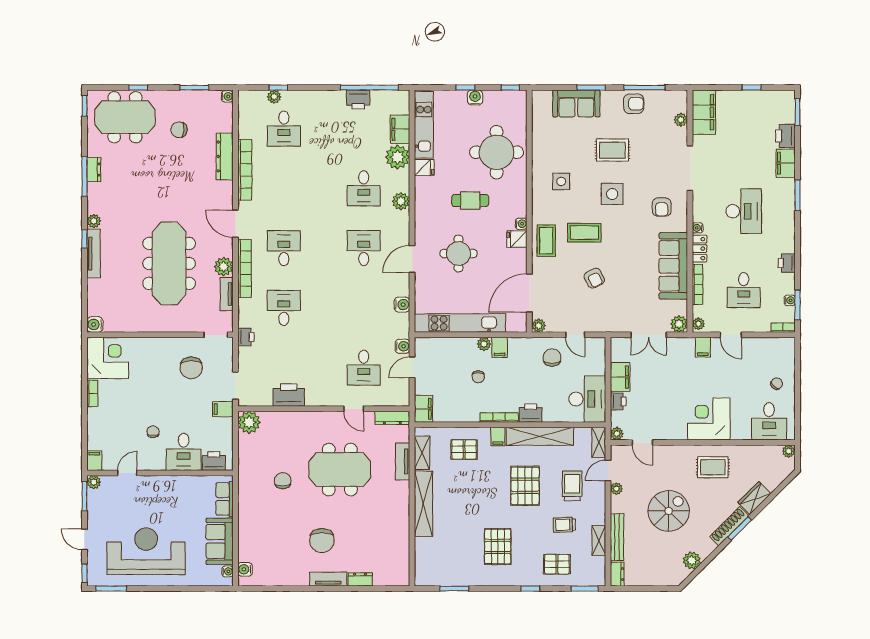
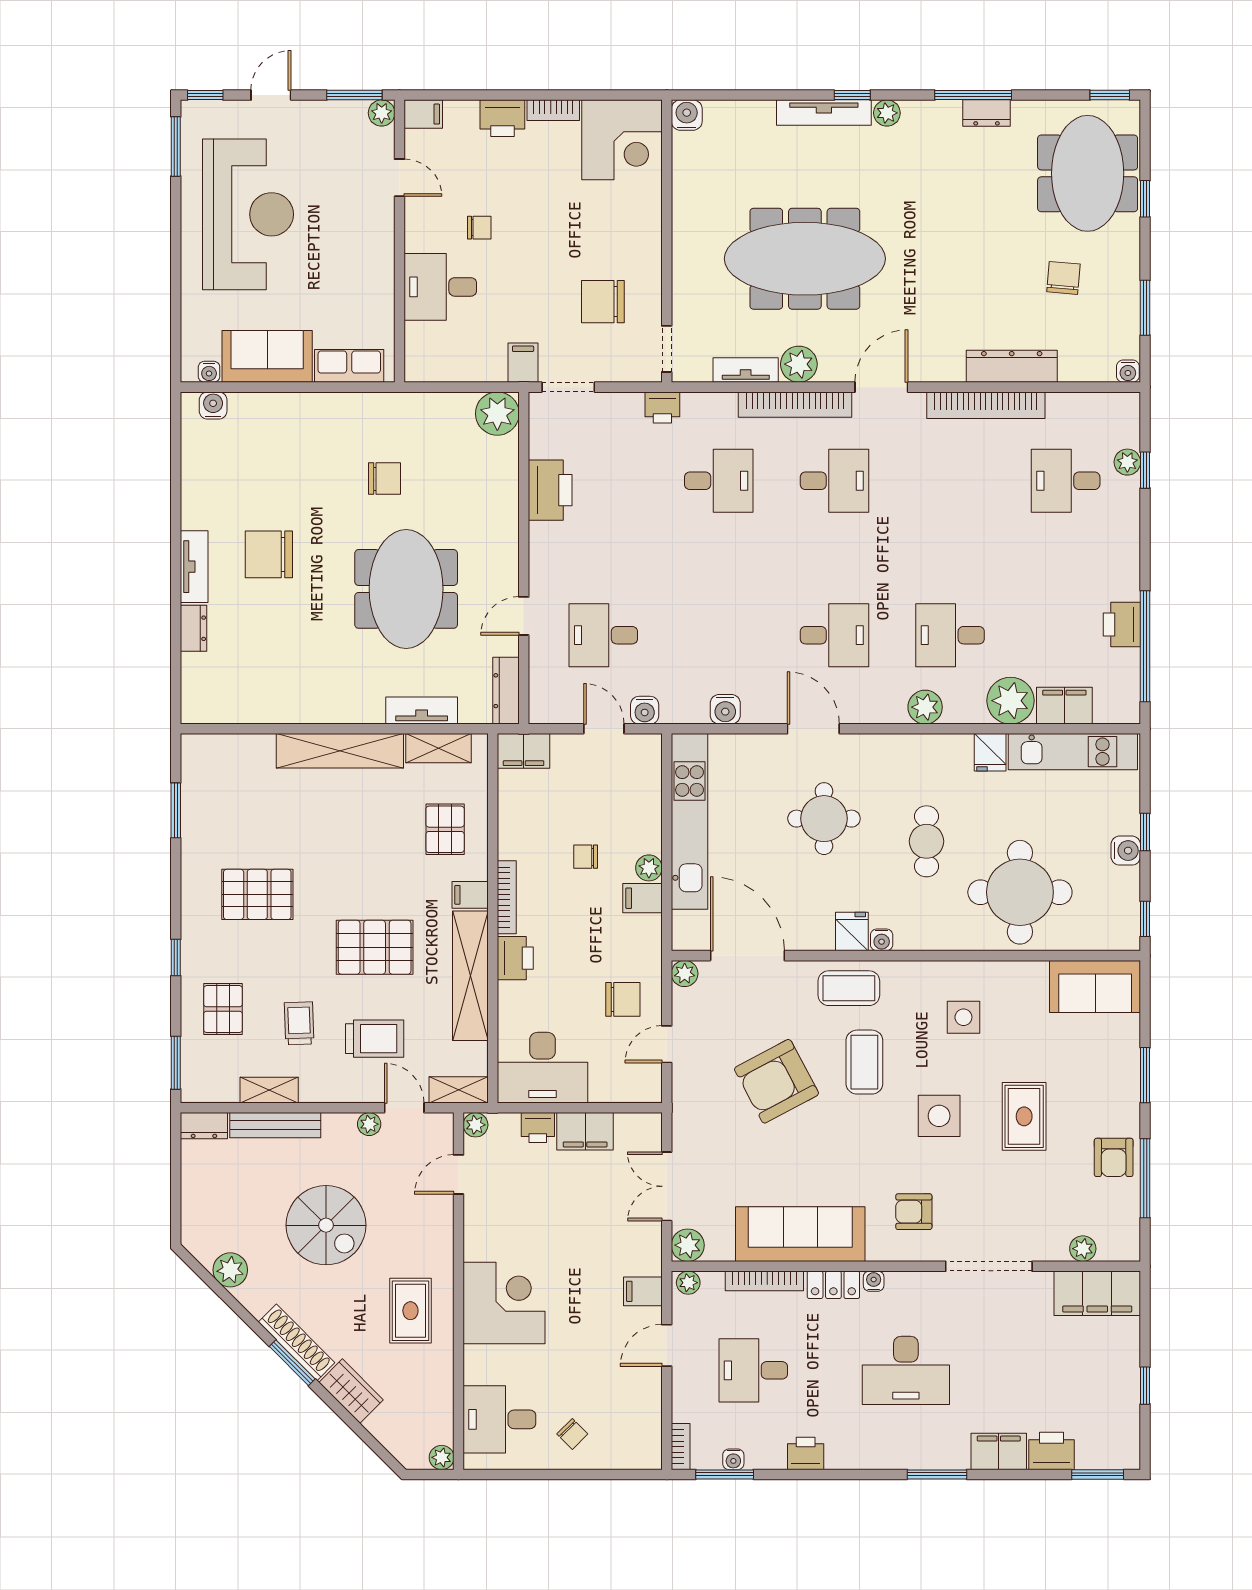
sofa: (576, 103) -> (1095, 987), moved, turned -90
armchair: (594, 278) -> (776, 1081), width x1.88, depth x1.88
printer: (214, 461) -> (502, 118), moved, turned 90

